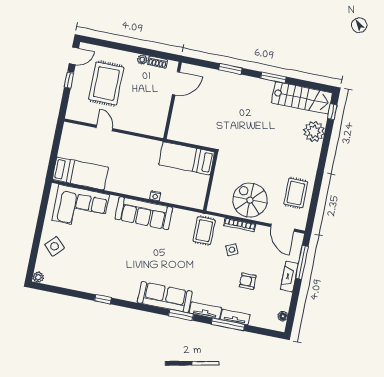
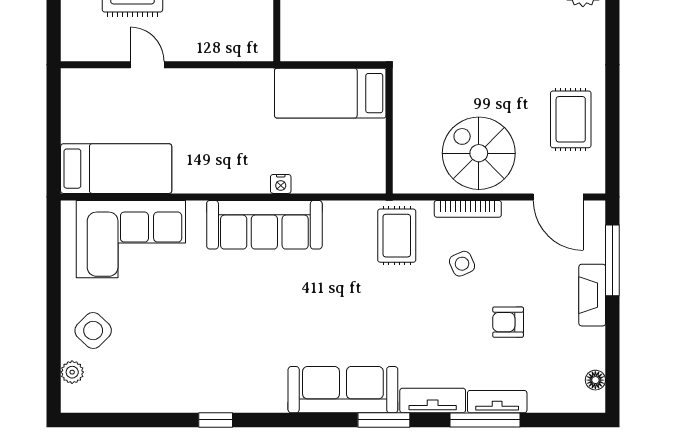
plant: (38, 277) -> (72, 372), moved

